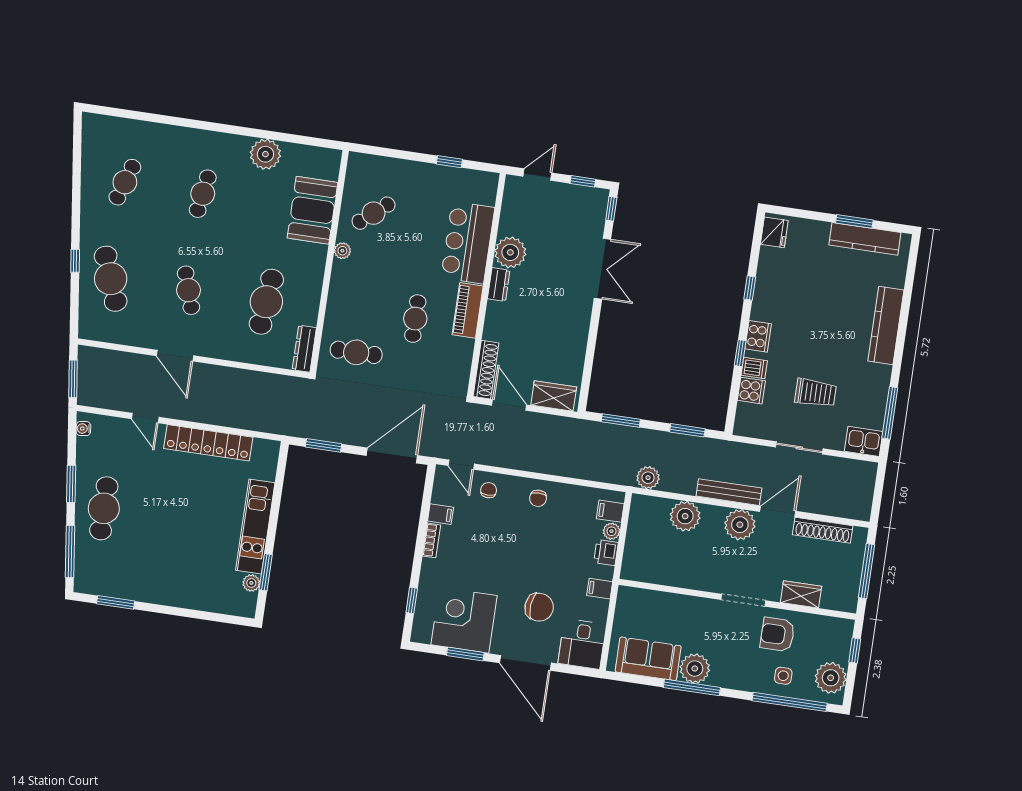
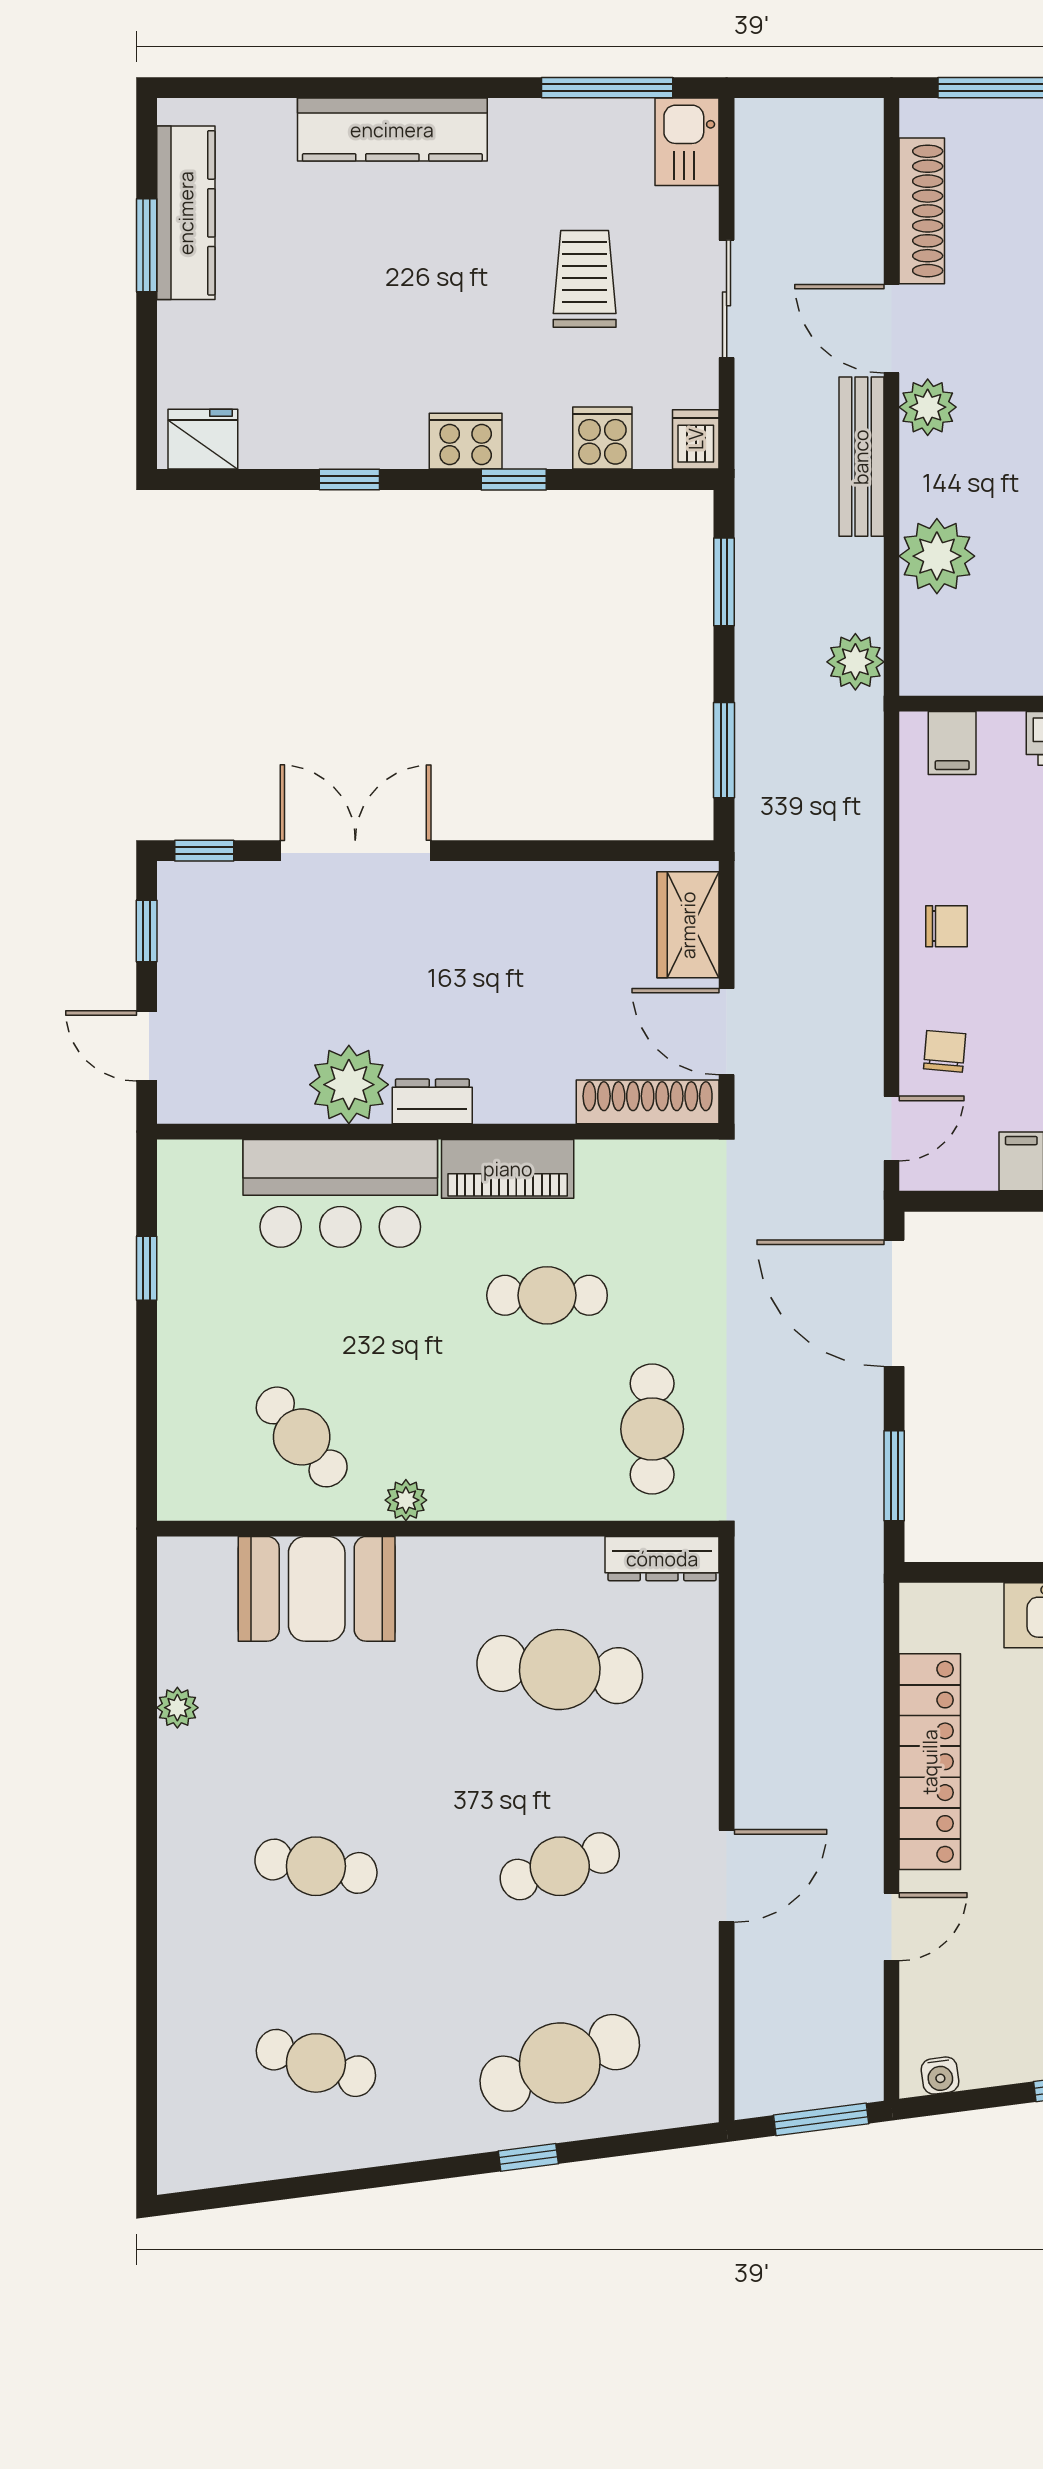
plant: (265, 154) -> (177, 1708), width x0.53, depth x0.53
dishwasher: (754, 368) -> (696, 439), moved
door: (509, 405) -> (727, 1032), hinge flipped
chair: (489, 490) -> (945, 1051), turned 95
plant: (740, 525) -> (928, 407), width x0.73, depth x0.73
plant: (612, 531) -> (1001, 733), removed

